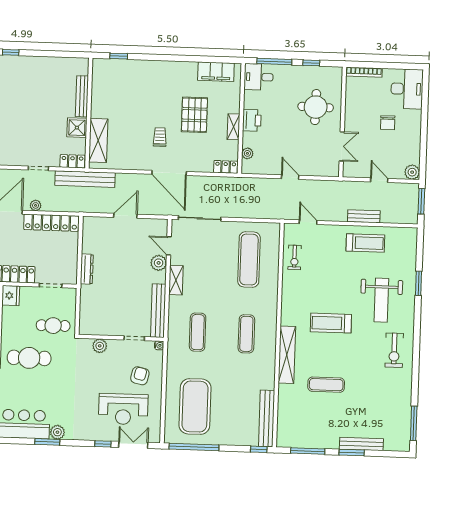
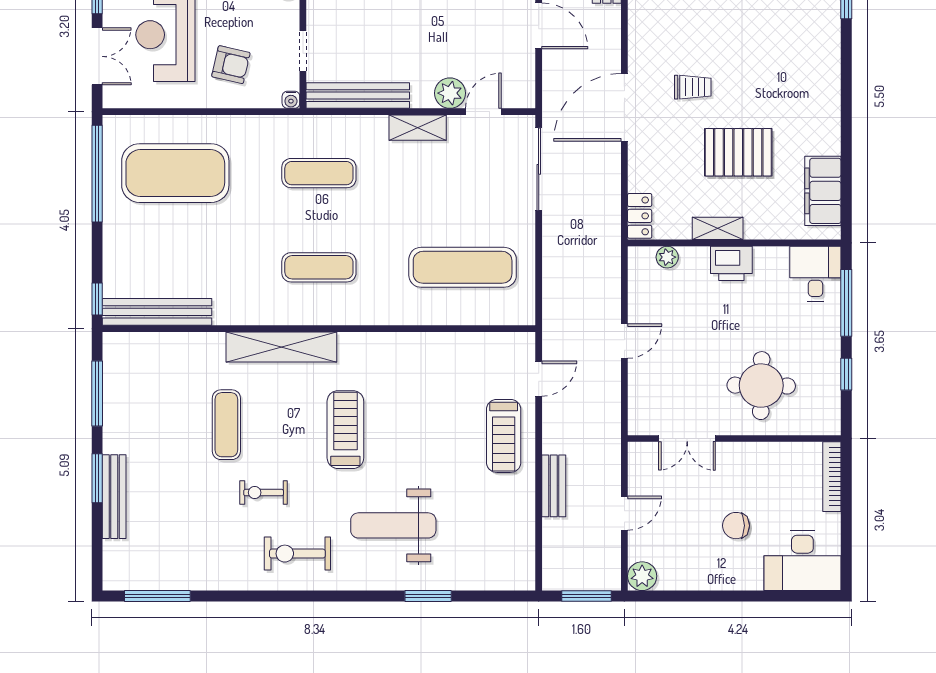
treadmill: (365, 243) -> (504, 436), moved
exercise bike: (295, 257) -> (264, 493), moved

